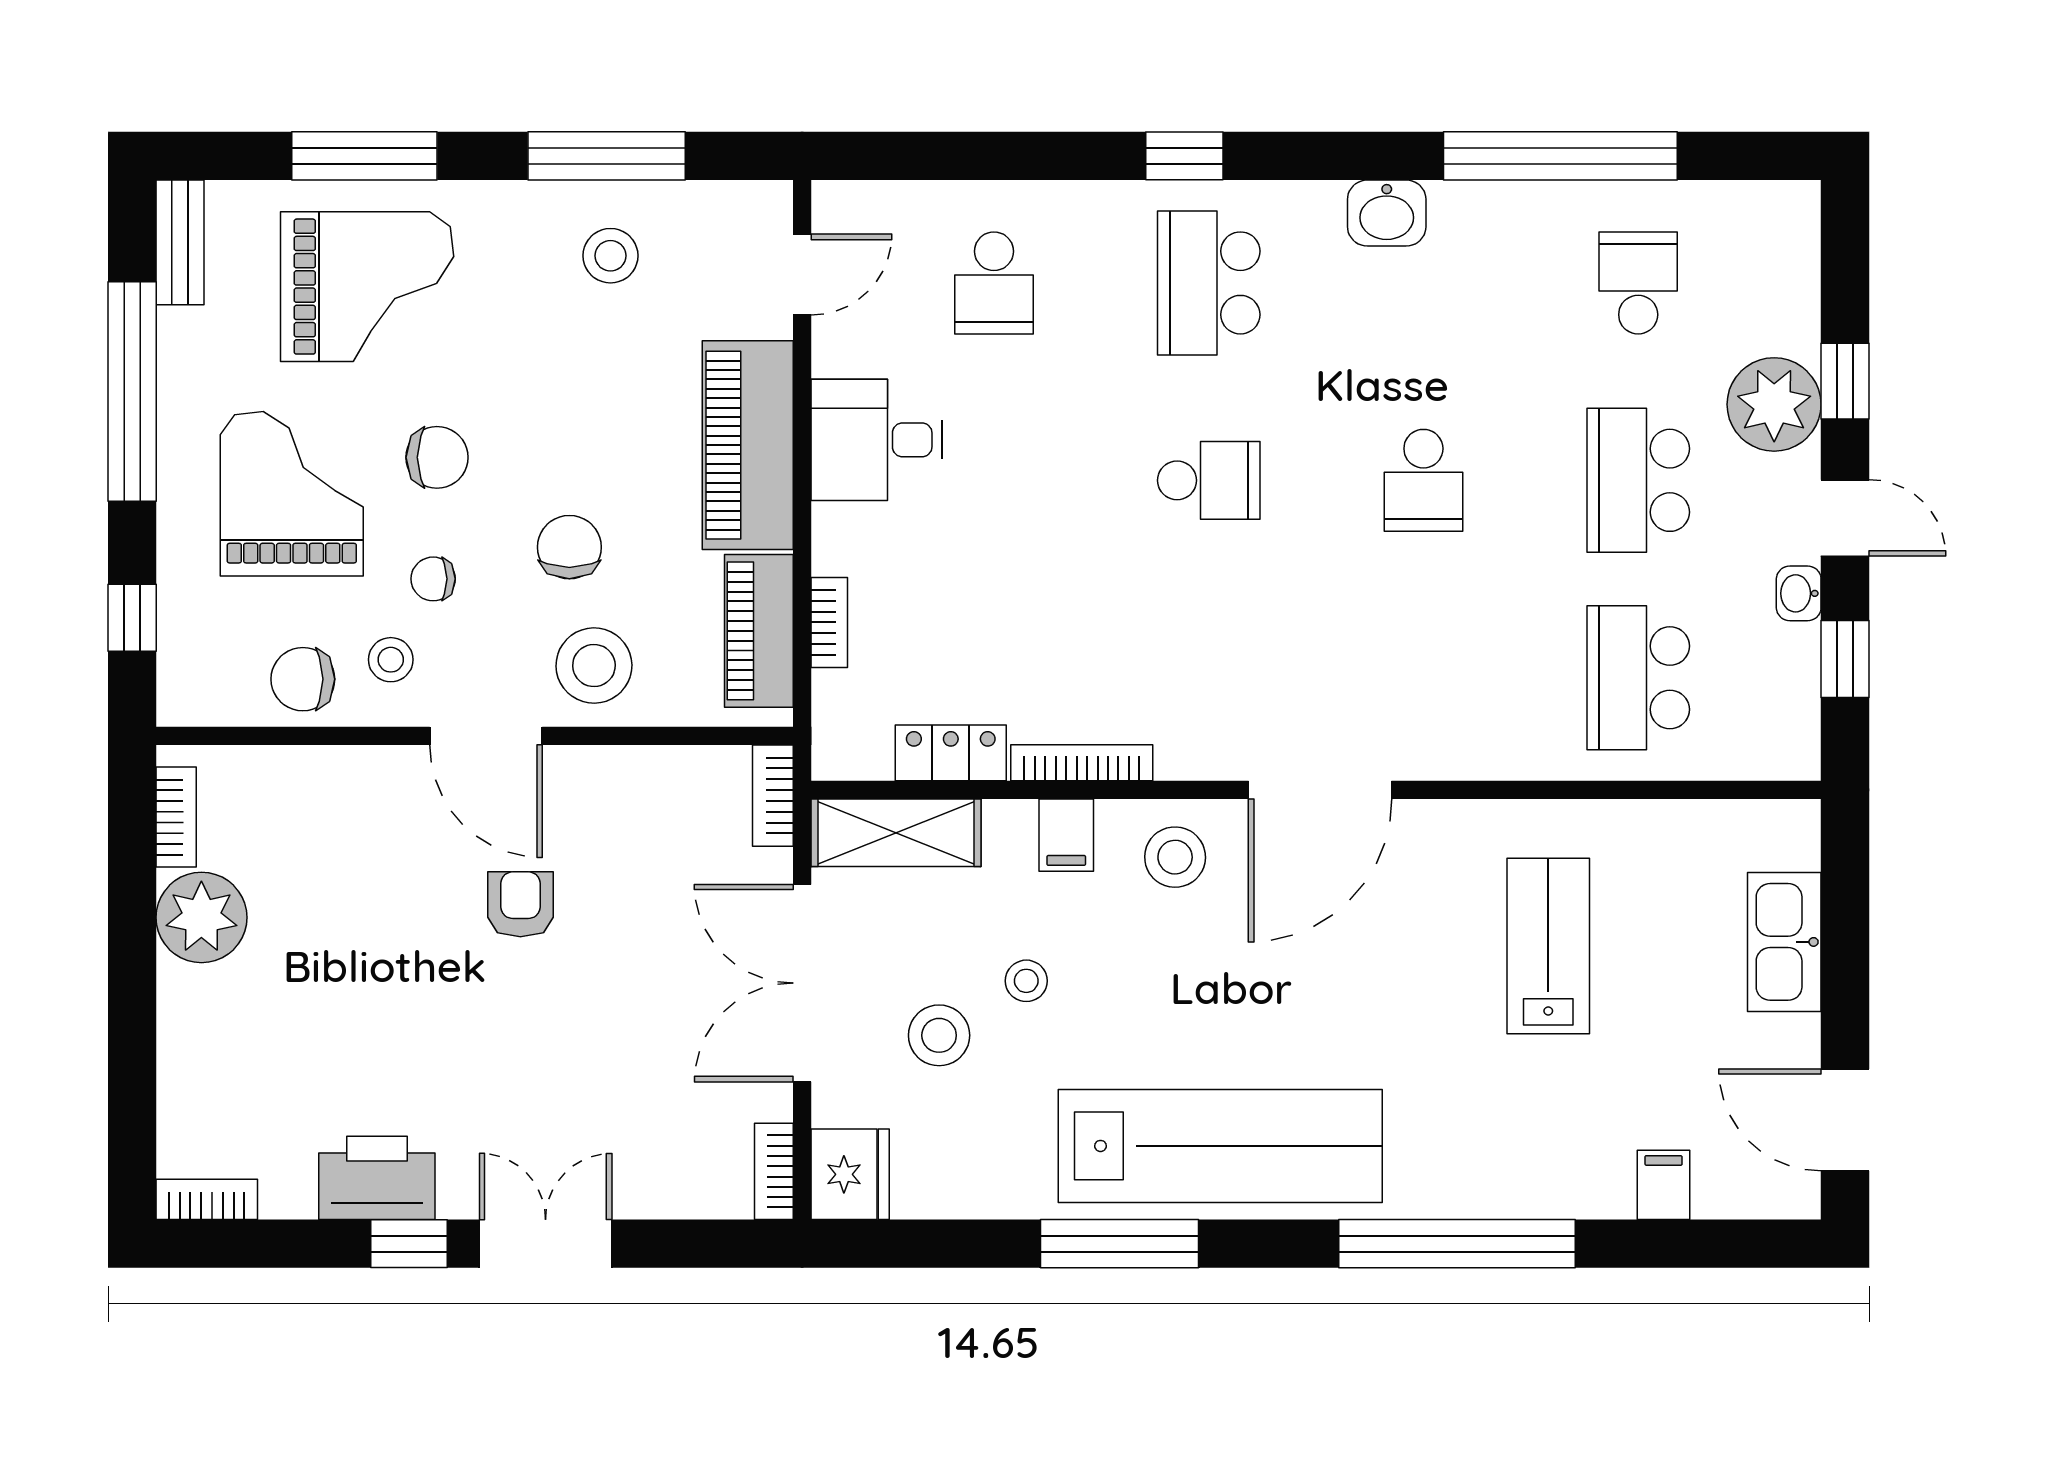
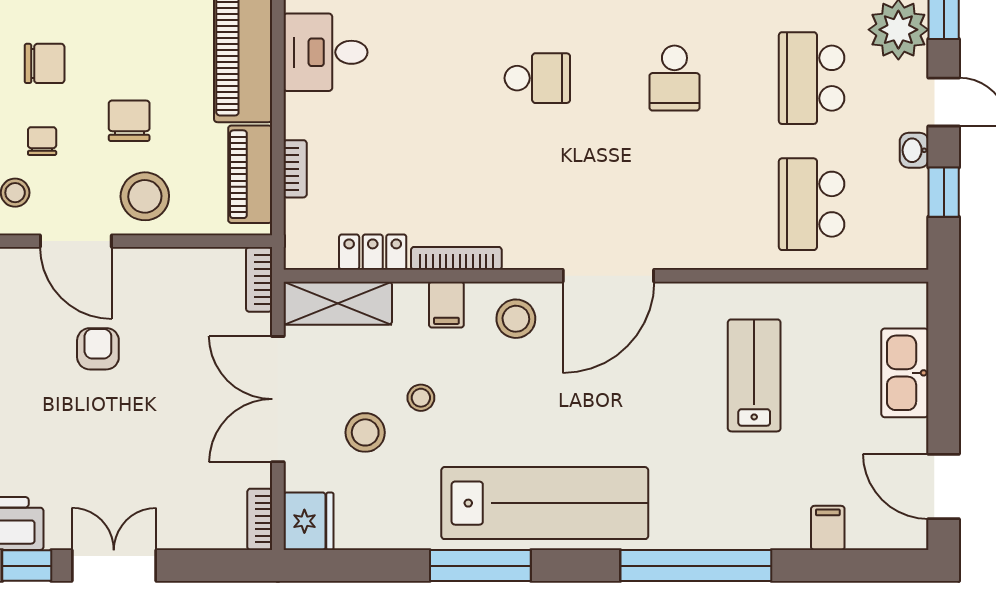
chair: (433, 579) -> (42, 141), turned 90

